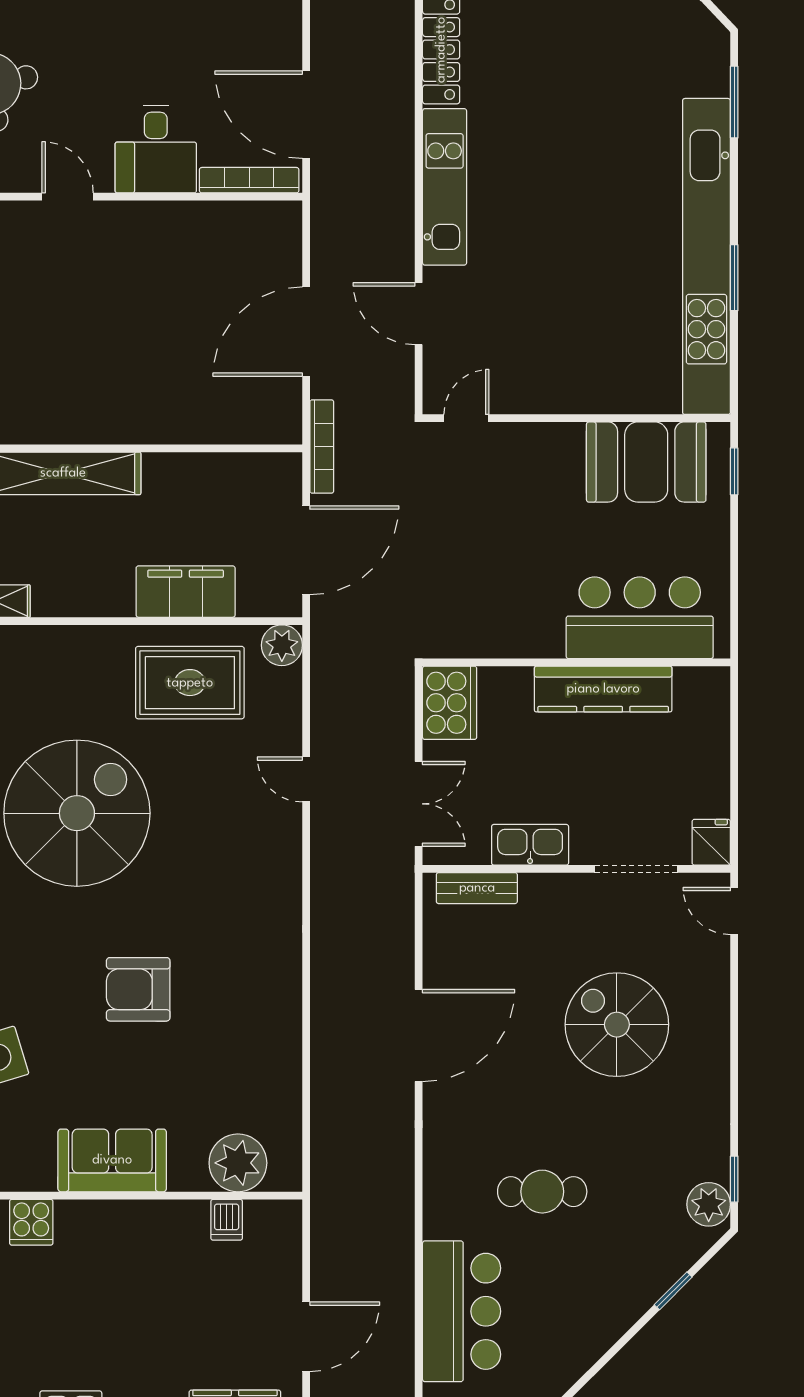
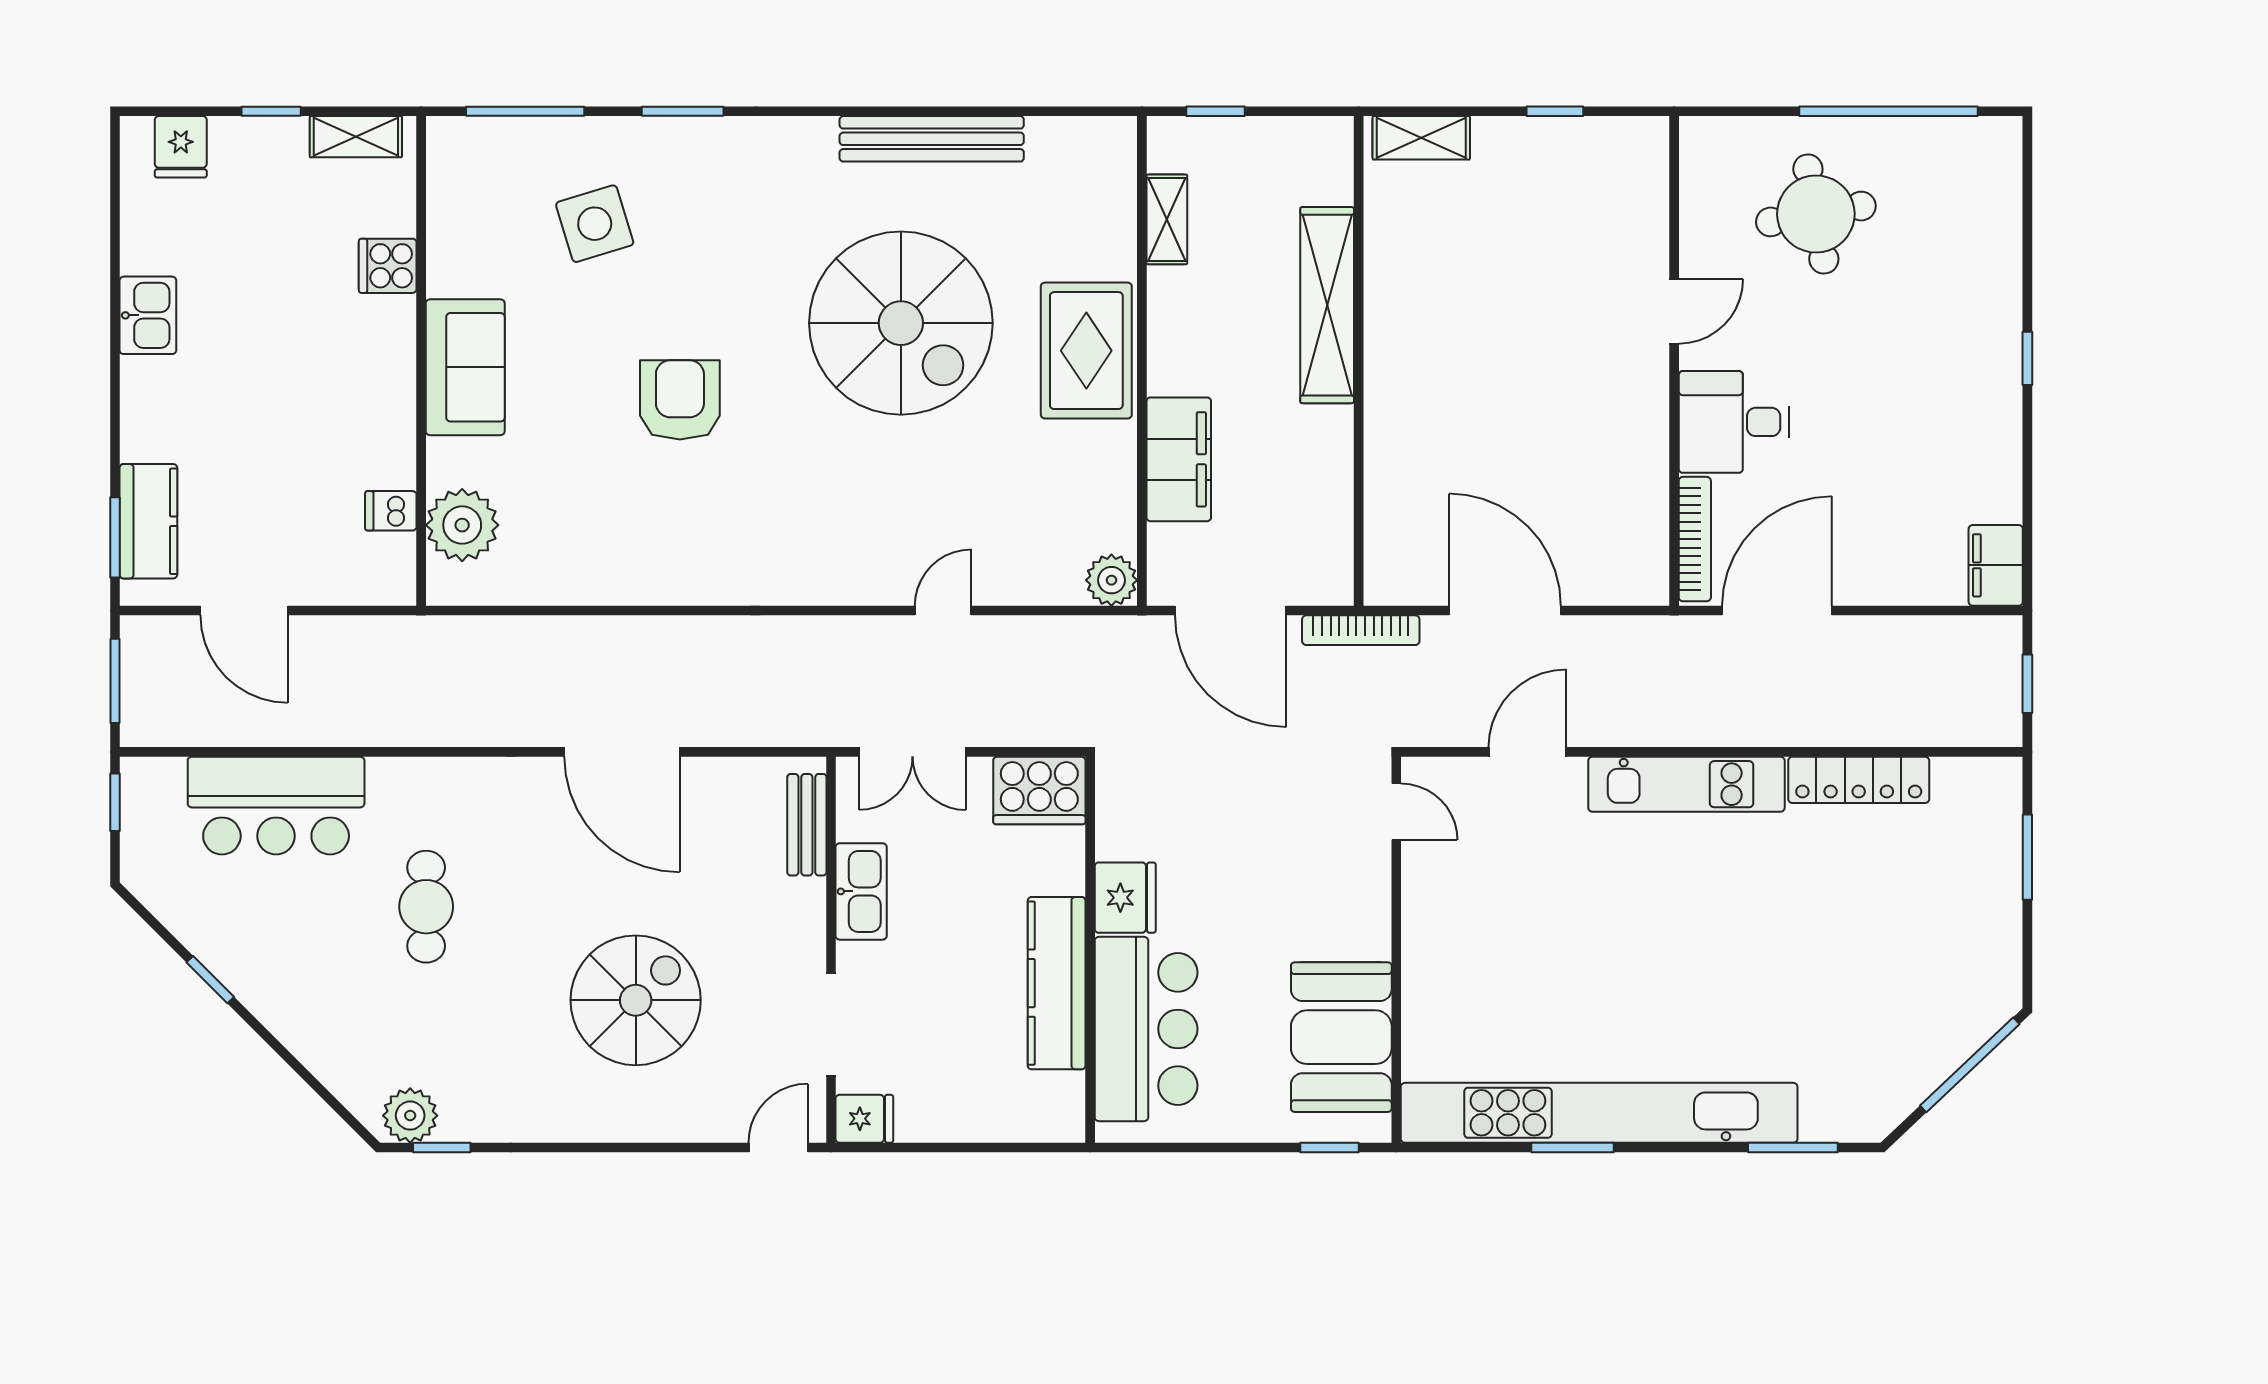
fridge: (535, 634) -> (1125, 898), added
rug: (190, 683) -> (1086, 351), moved
window: (673, 1291) -> (210, 980), moved

